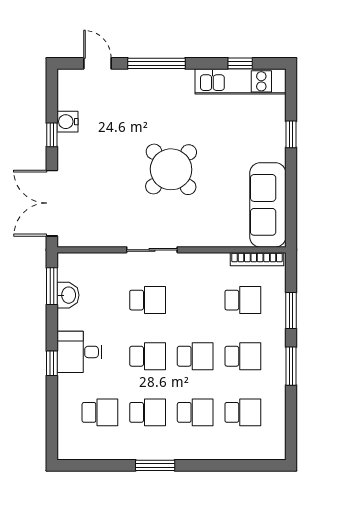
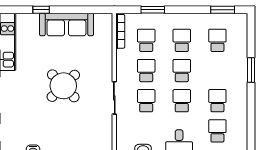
sofa: (268, 205) -> (66, 24), moved
window: (291, 366) -> (223, 10), moved
school desk: (195, 412) -> (146, 71), moved
window: (155, 465) -> (251, 70), moved

